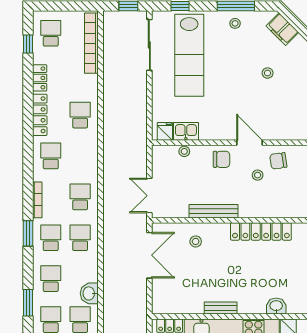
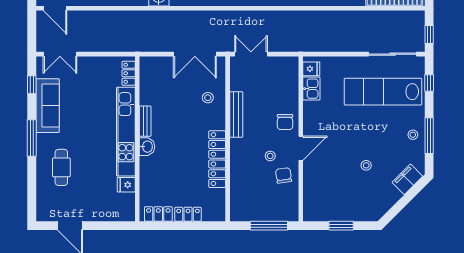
stool: (184, 151) -> (292, 87), removed
washbasin: (276, 306) -> (147, 147), moved

